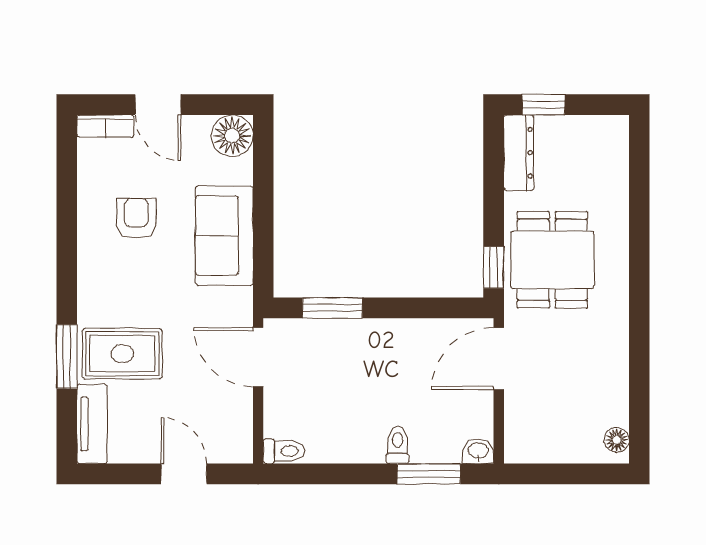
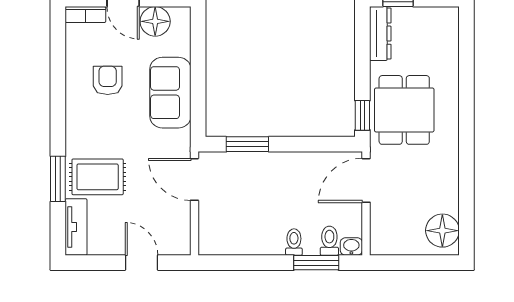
floor lamp: (232, 136) -> (155, 21), moved
floor lamp: (617, 440) -> (442, 231), width x1.89, depth x1.89
toilet: (284, 451) -> (329, 241), moved, turned -90

